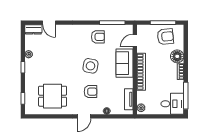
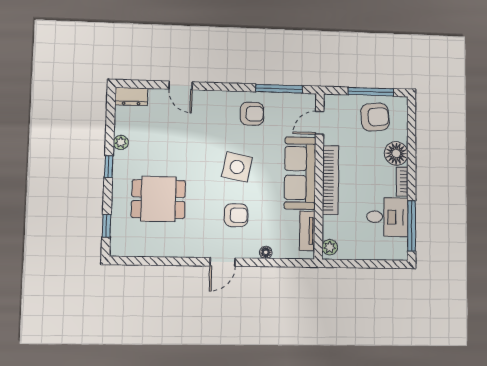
door: (49, 23) -> (180, 85), moved
sofa: (125, 63) -> (300, 173), width x1.36
dining table: (53, 96) -> (158, 199), moved
desk: (172, 104) -> (387, 217), moved

